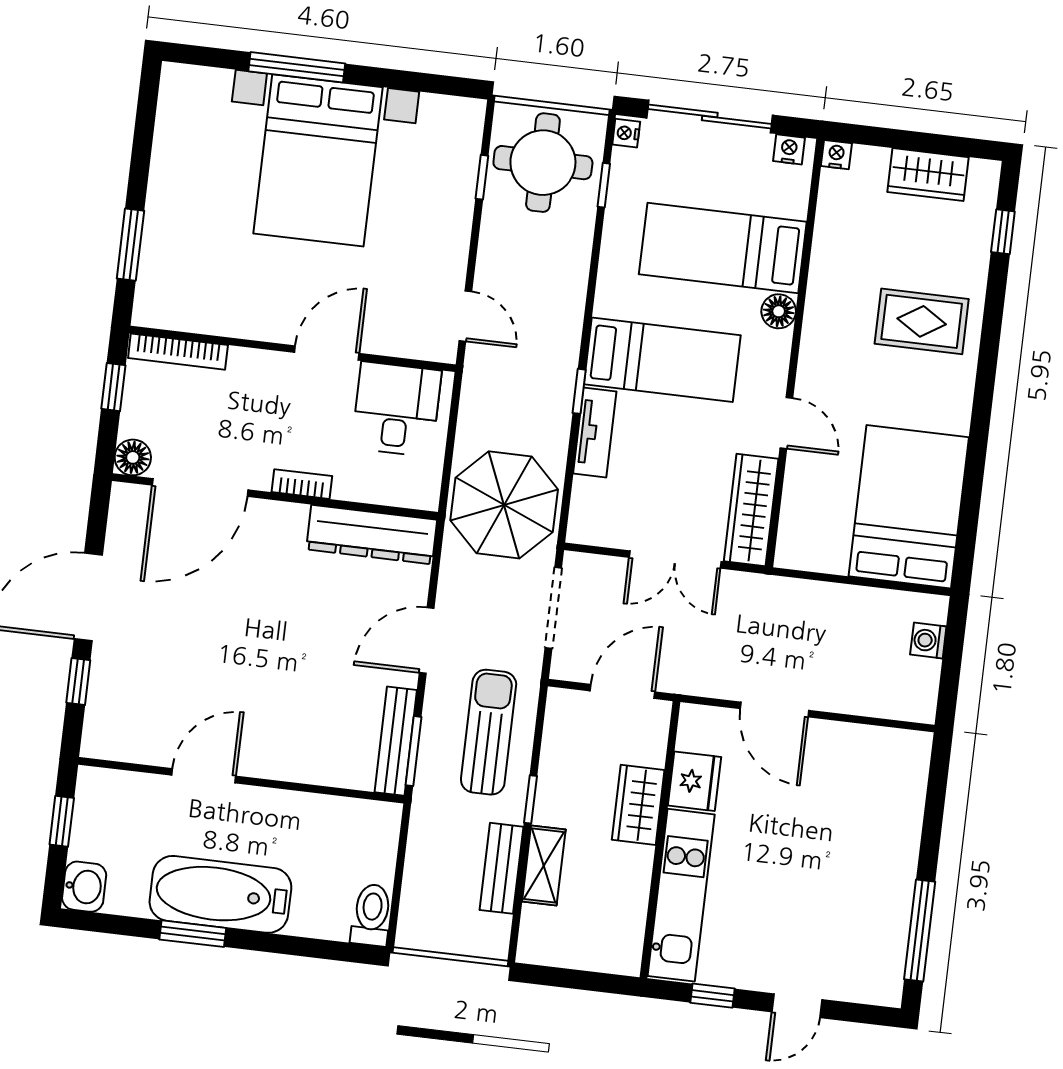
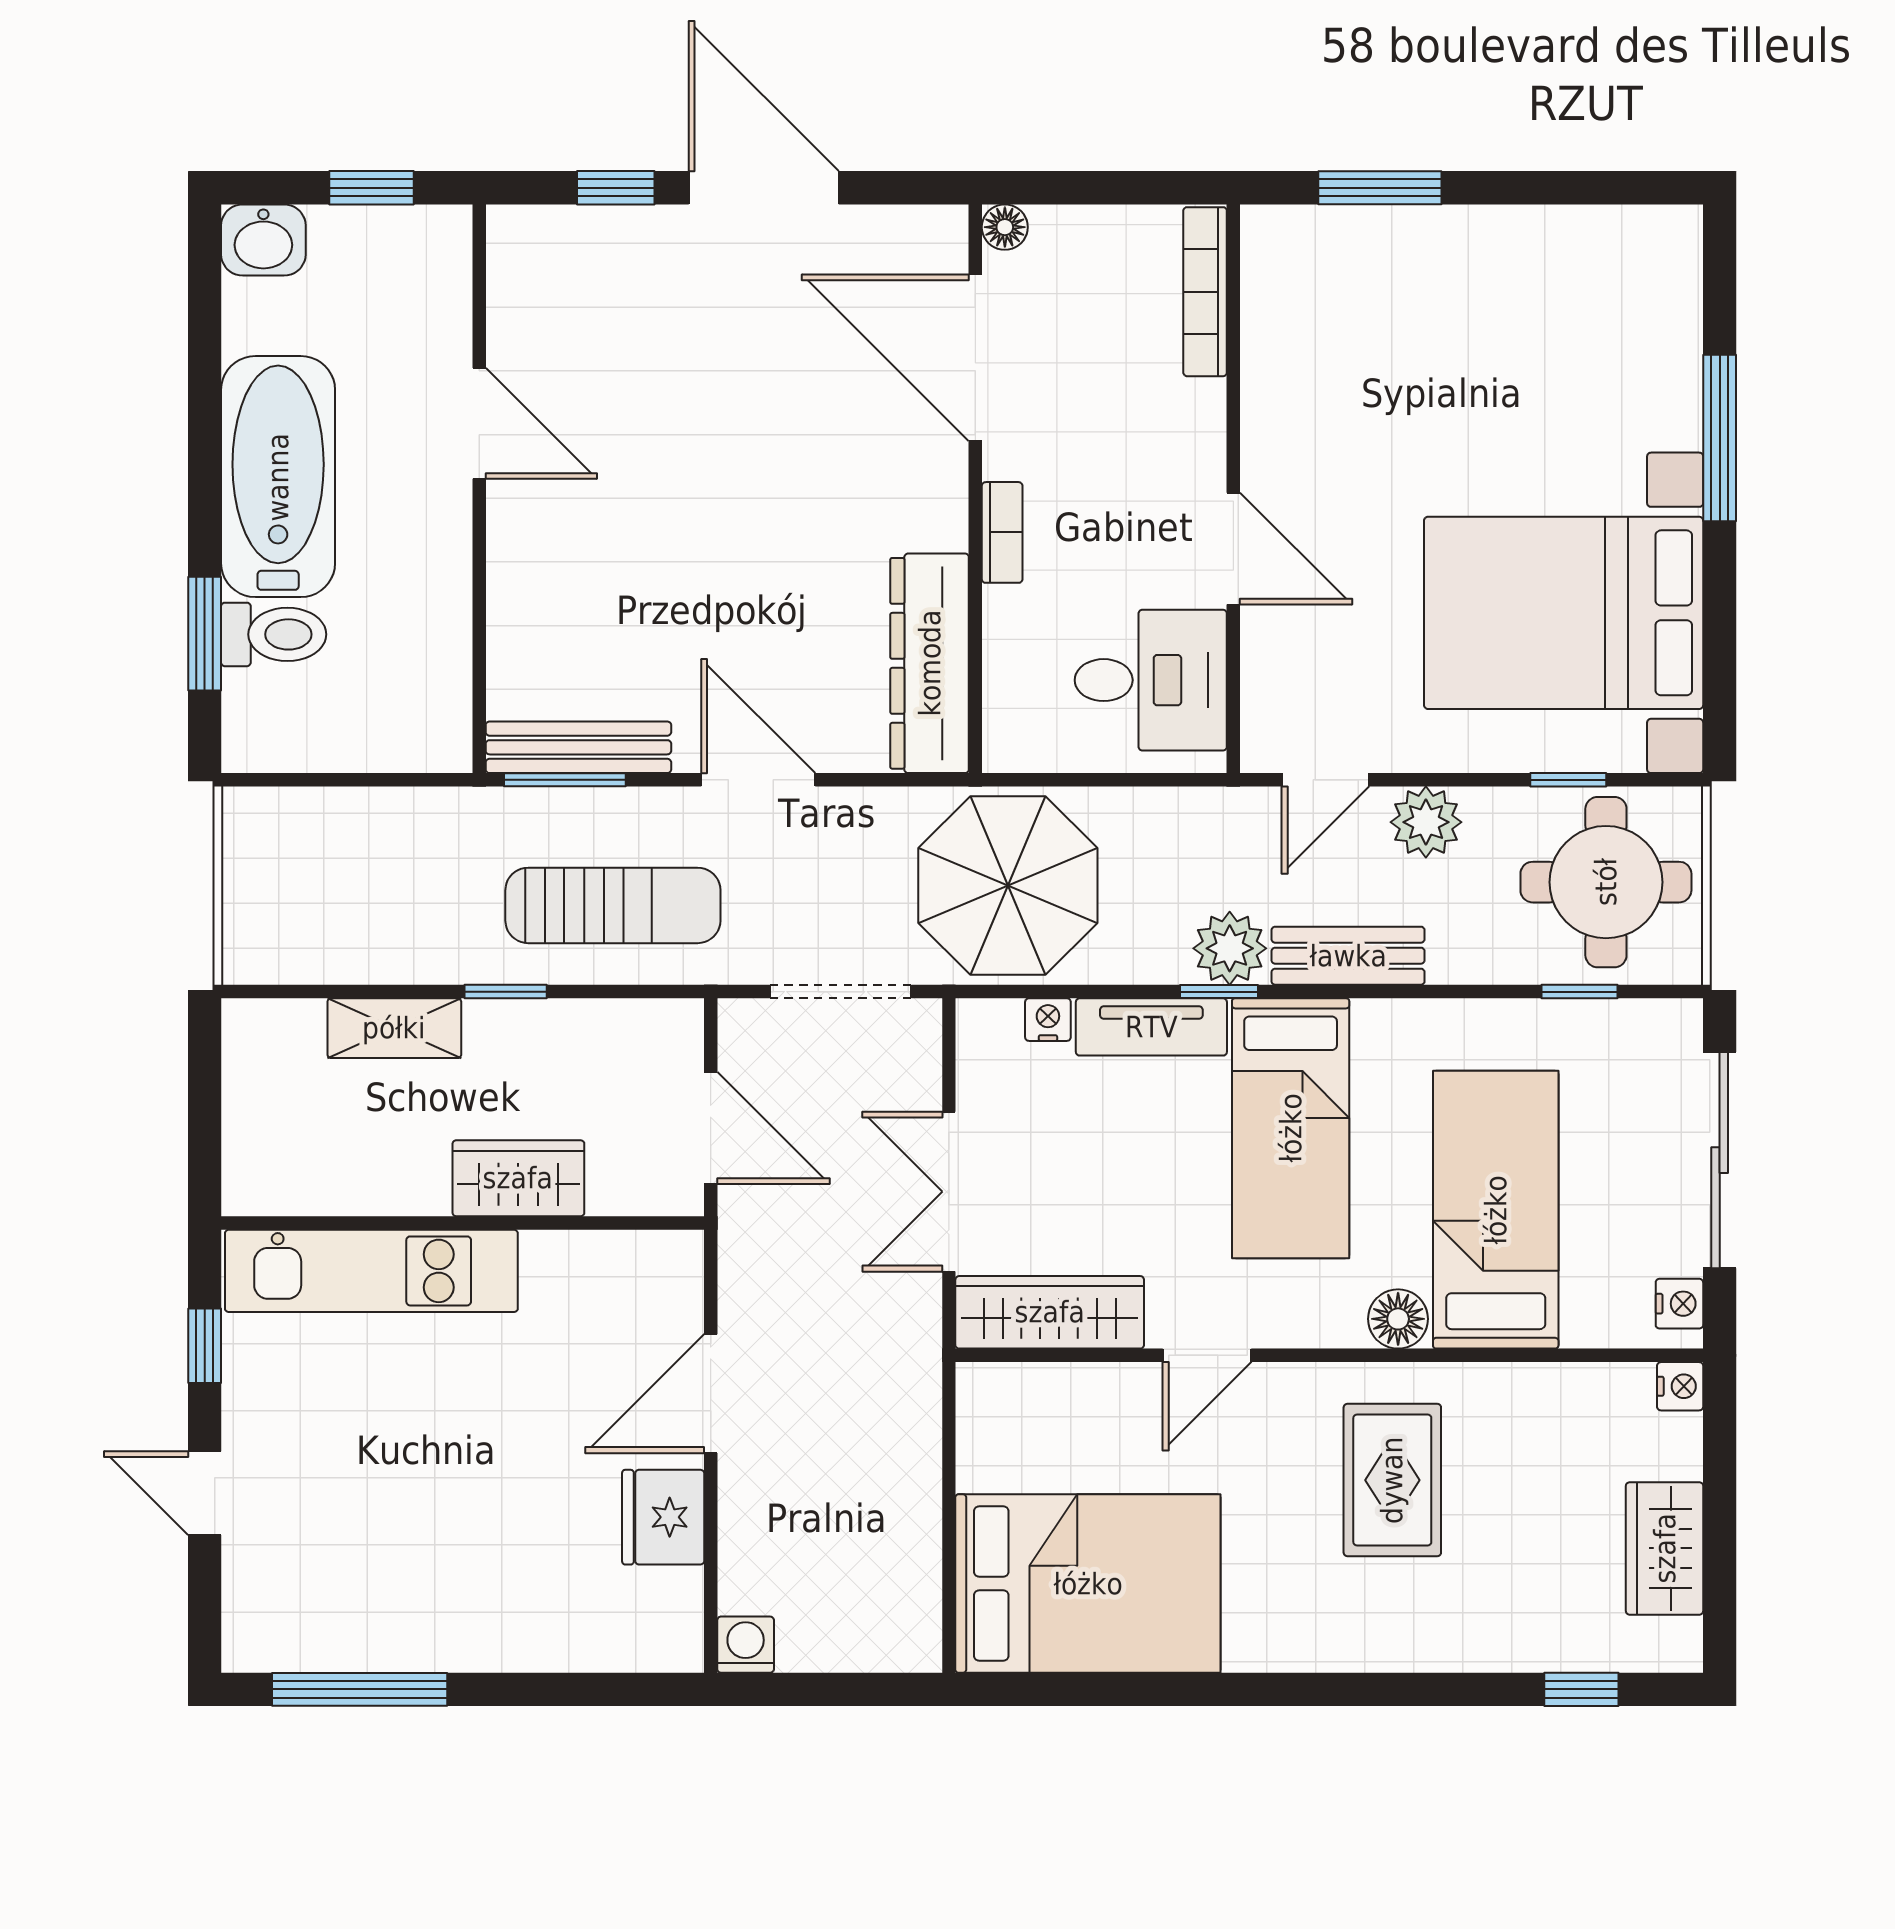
nightstand: (626, 133) -> (1048, 1020), moved
bed with nightstands: (318, 160) -> (1564, 613), moved
plant: (496, 261) -> (1426, 822), added
rug: (922, 321) -> (1392, 1480), moved
plant: (555, 382) -> (1230, 948), added
window: (113, 387) -> (1131, 188), removed
floor lamp: (133, 457) -> (1005, 227), width x0.73, depth x0.73
washing machine: (928, 640) -> (746, 1645), moved
fridge: (695, 781) -> (663, 1517), moved, turned 90
bench: (501, 868) -> (1348, 956), moved
toilet: (372, 915) -> (274, 634), moved
window: (193, 934) -> (205, 634), moved

